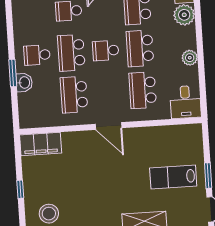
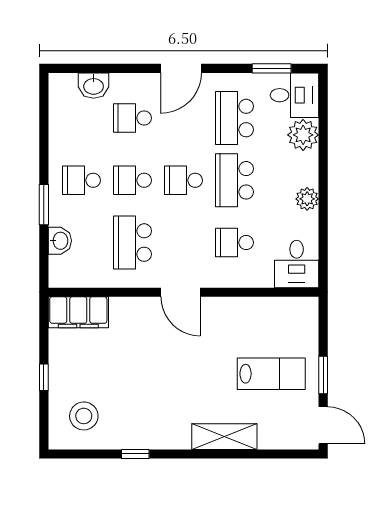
school desk: (71, 53) -> (132, 180), width x0.54
washbasin: (24, 83) -> (60, 241), moved
school desk: (143, 90) -> (234, 243), width x0.54
lab bench: (173, 177) -> (271, 374), turned 180

